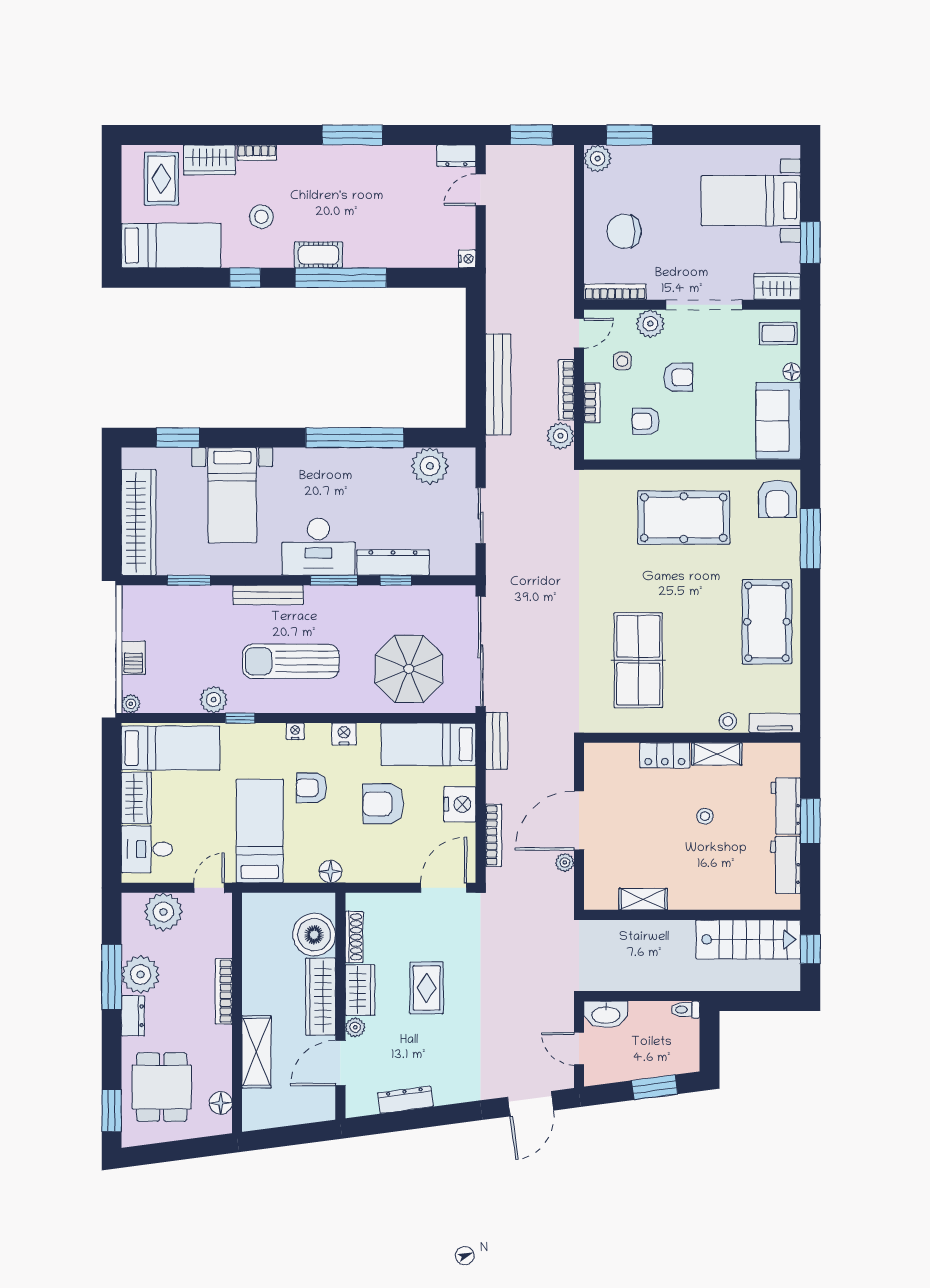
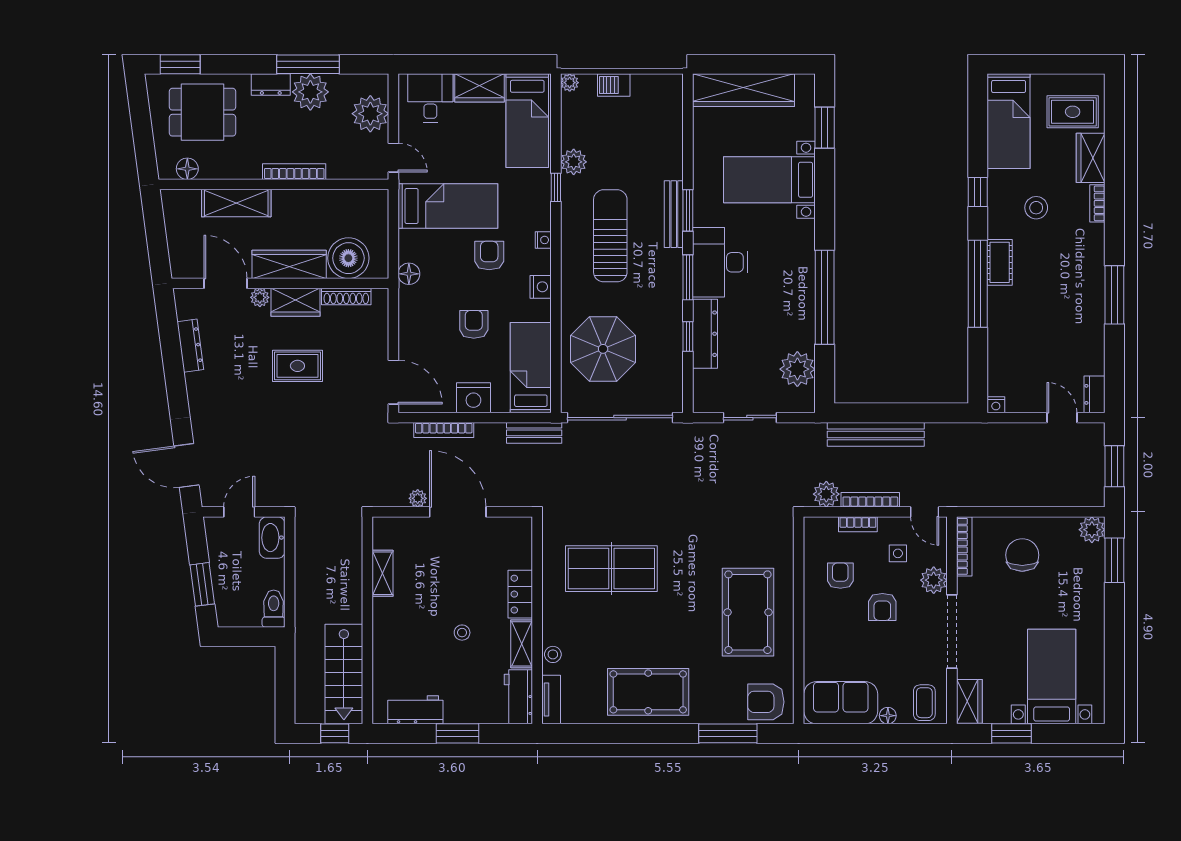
window: (189, 580) -> (688, 210), moved
armchair: (383, 804) -> (474, 324), width x0.72, depth x0.72
workbench: (786, 806) -> (518, 697), moved, turned -90
toilet: (685, 1010) -> (274, 609), width x1.37, depth x1.39

